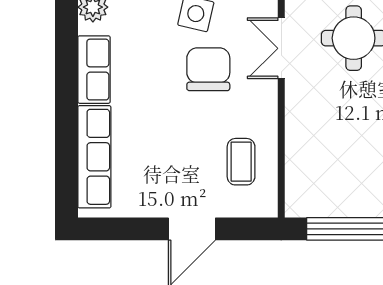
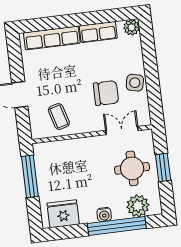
coffee table: (241, 162) -> (59, 116), turned 74

